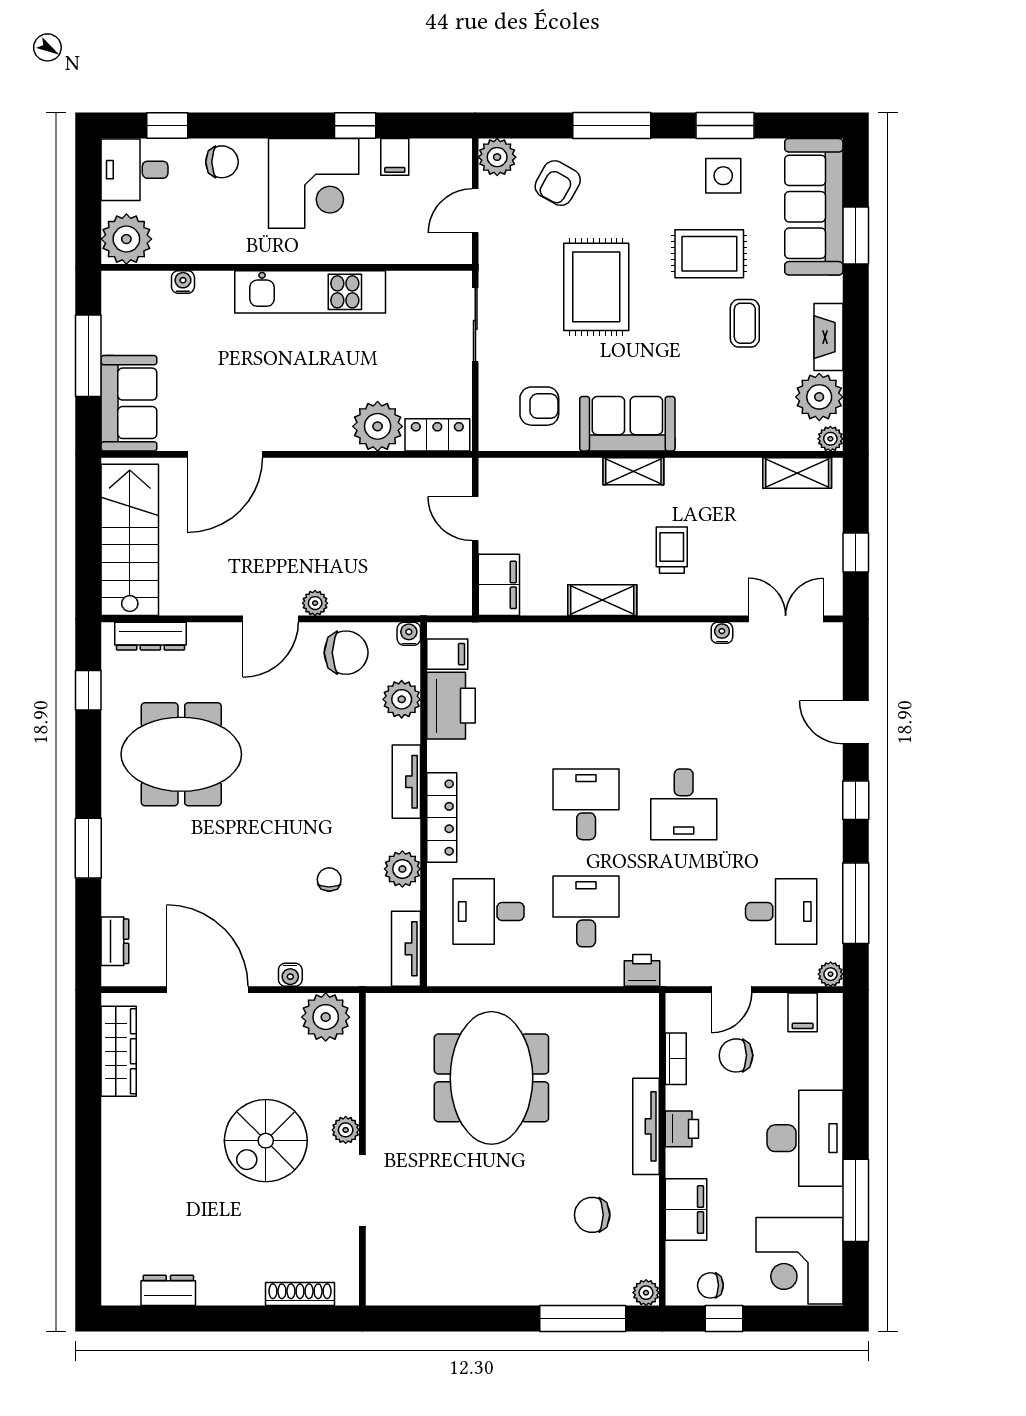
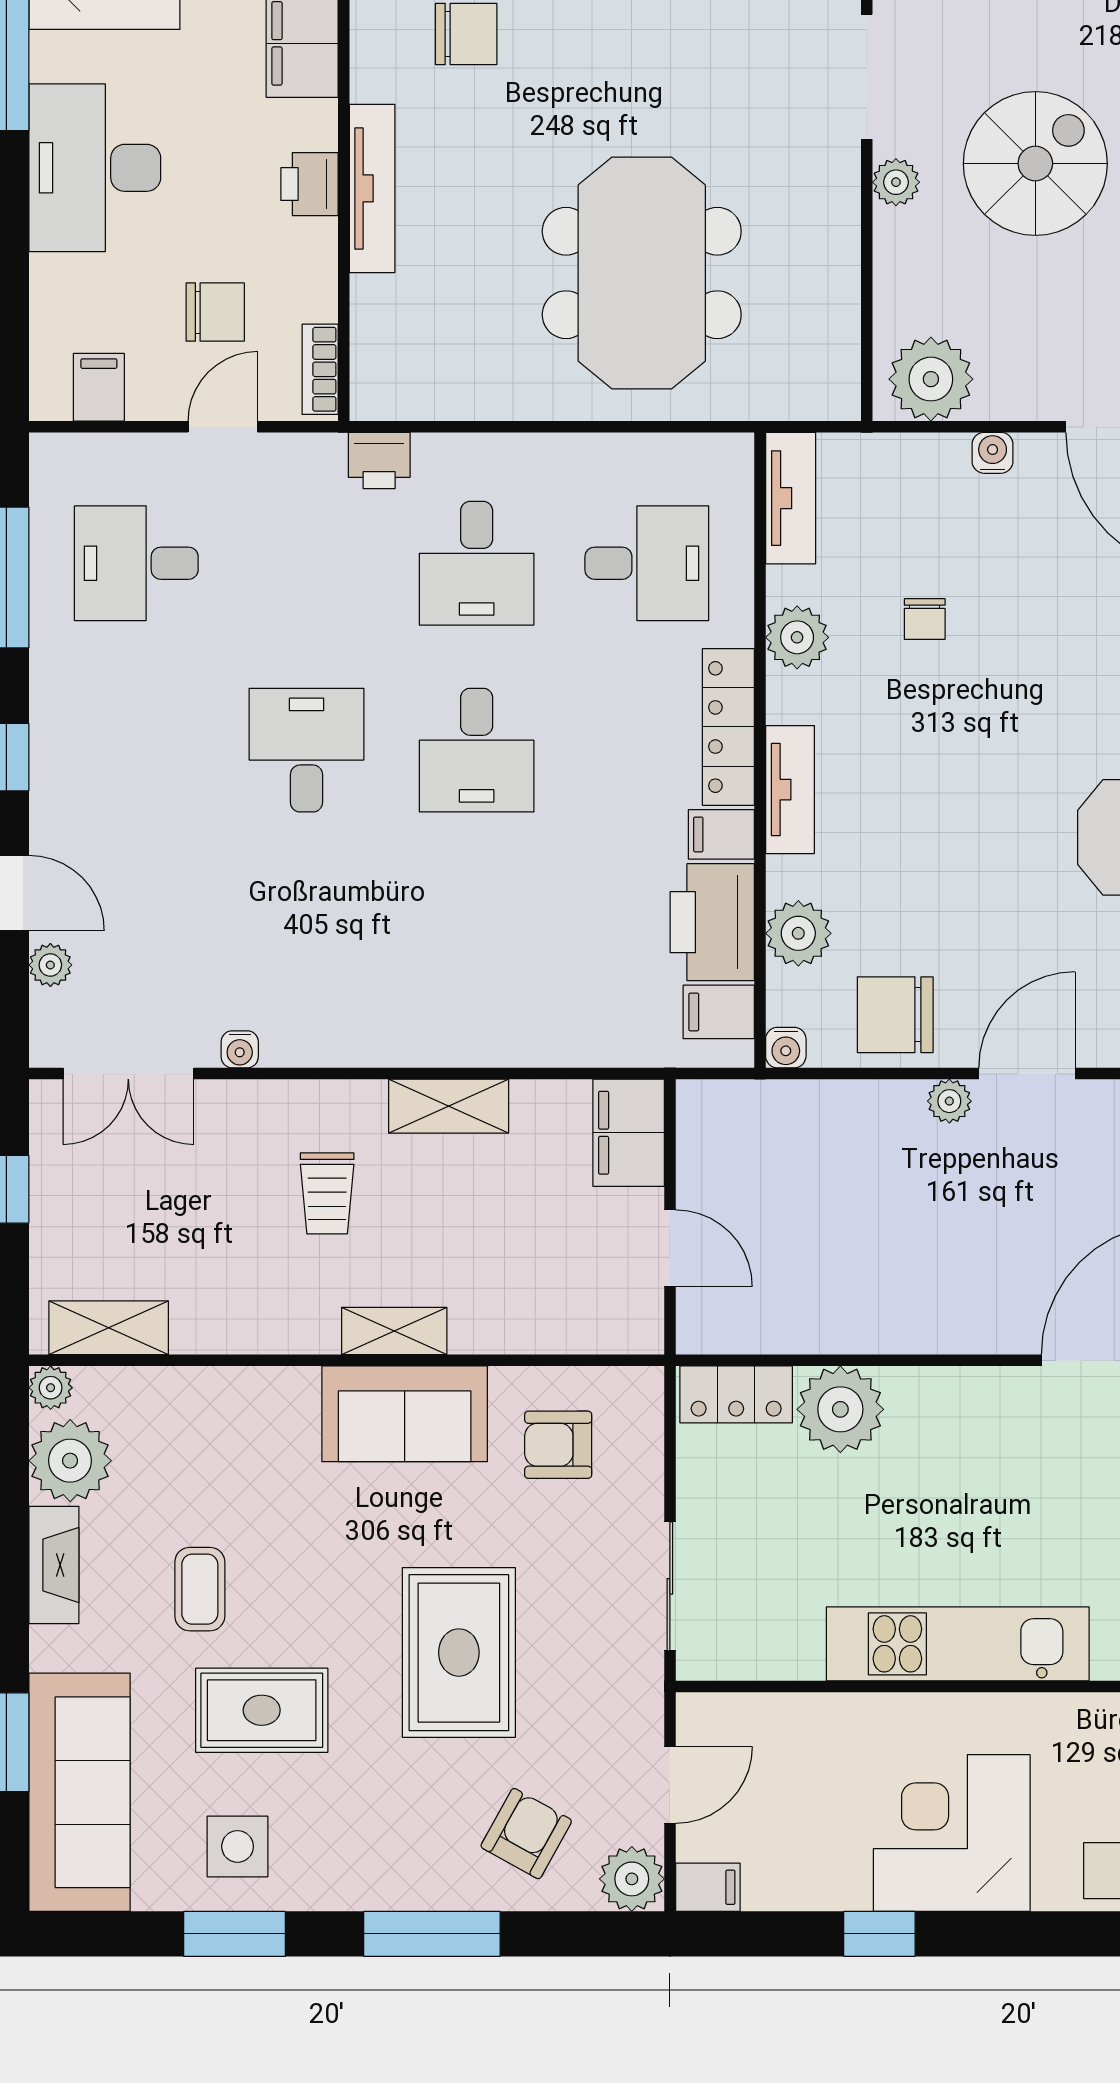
filing cabinet: (395, 157) -> (708, 1887), moved, turned 90
filing cabinet: (446, 756) -> (721, 834), added
plant: (831, 974) -> (50, 965), moved
bookcase: (676, 1059) -> (320, 369), moved

